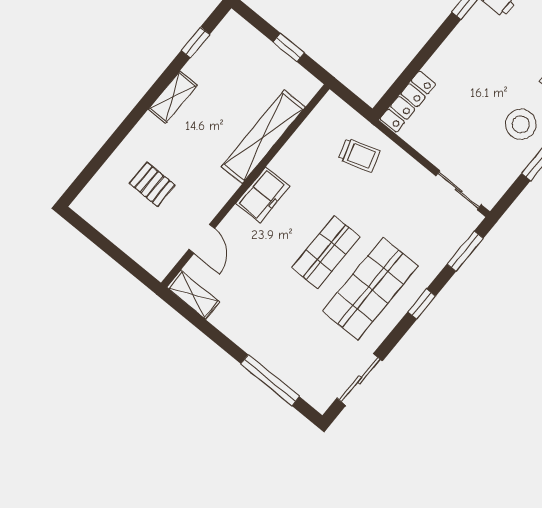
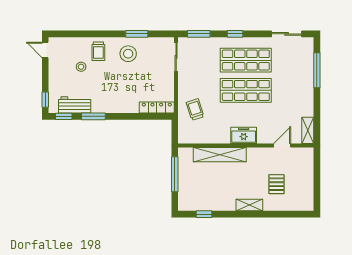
window: (289, 48) -> (175, 174), width x2.17
shelving: (173, 97) -> (249, 205), moved
shop shelf: (326, 252) -> (246, 90), width x1.43, depth x1.36

